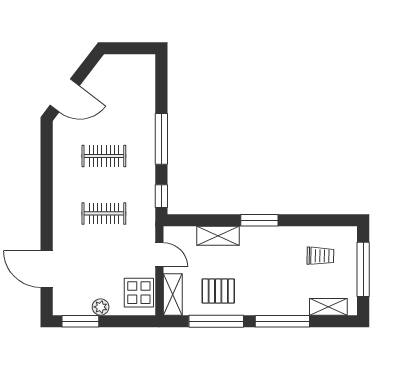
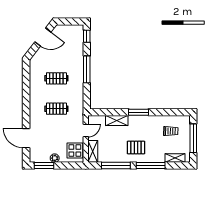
door: (65, 95) -> (43, 37), moved
window: (161, 196) -> (87, 36), moved
door: (159, 255) -> (86, 131), hinge flipped
pallet: (218, 291) -> (136, 147), moved

